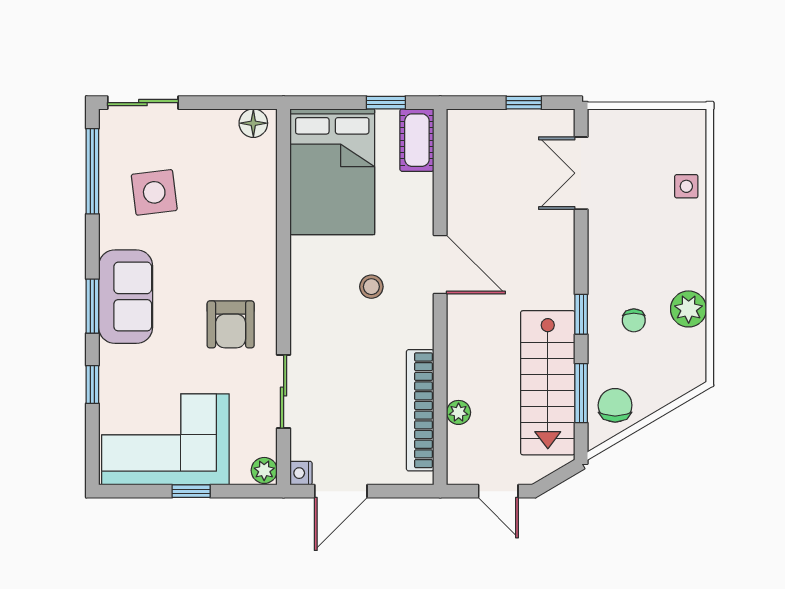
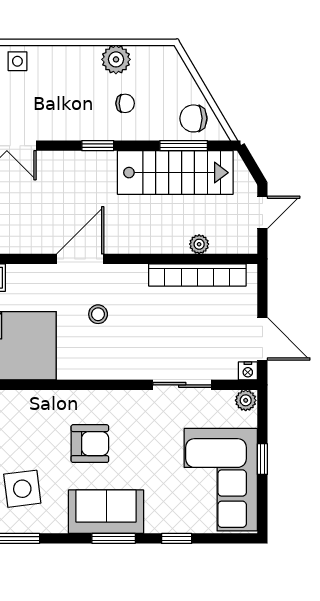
window: (581, 314) -> (98, 146), moved
armchair: (231, 324) -> (90, 444), moved

